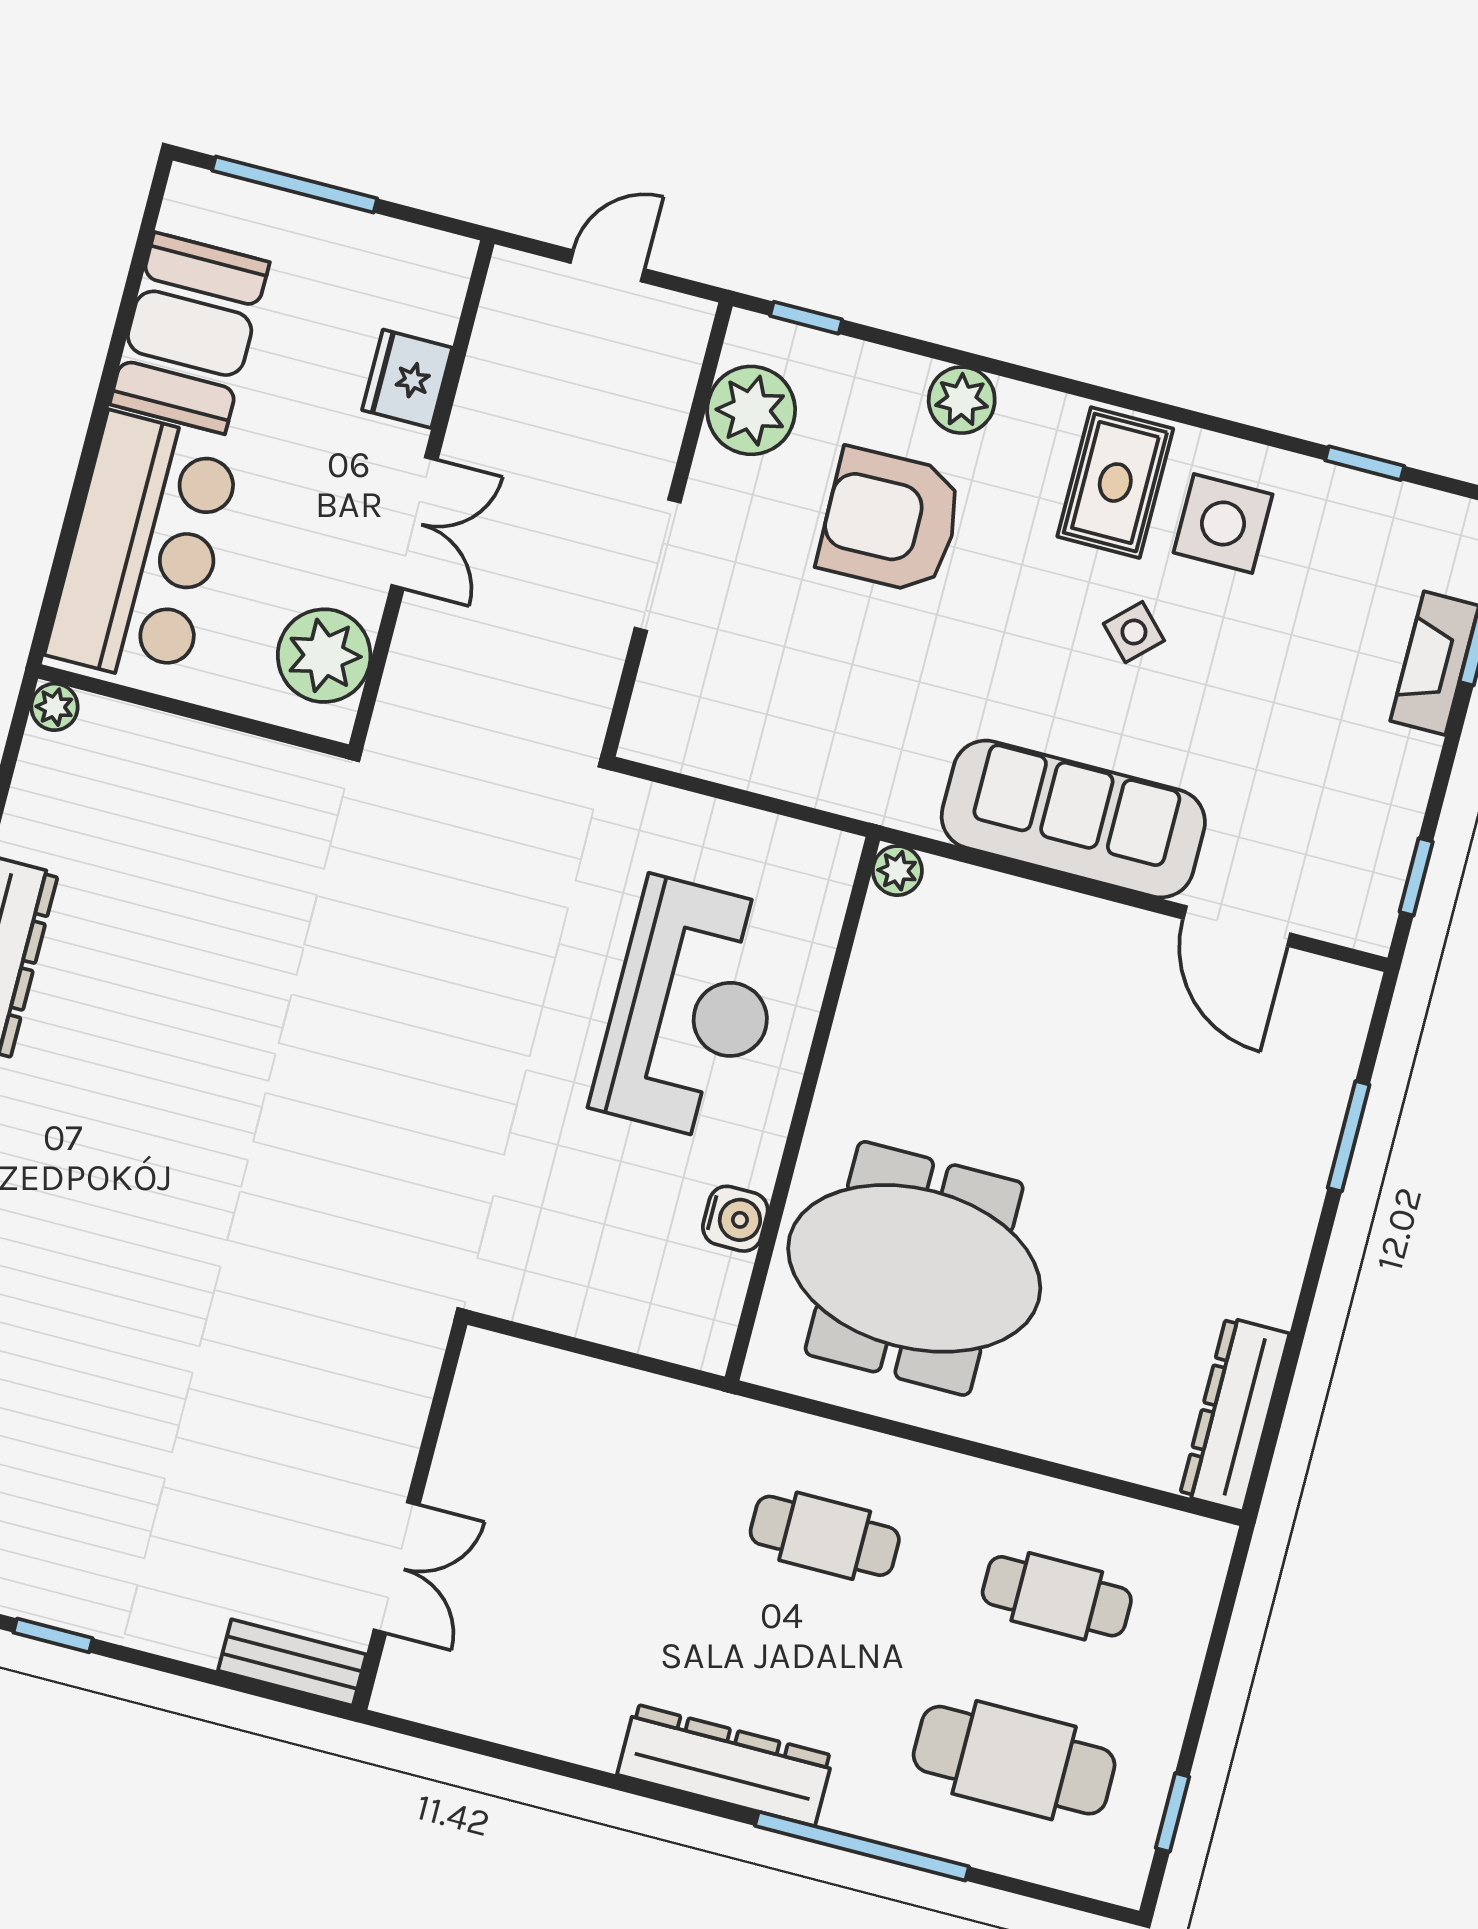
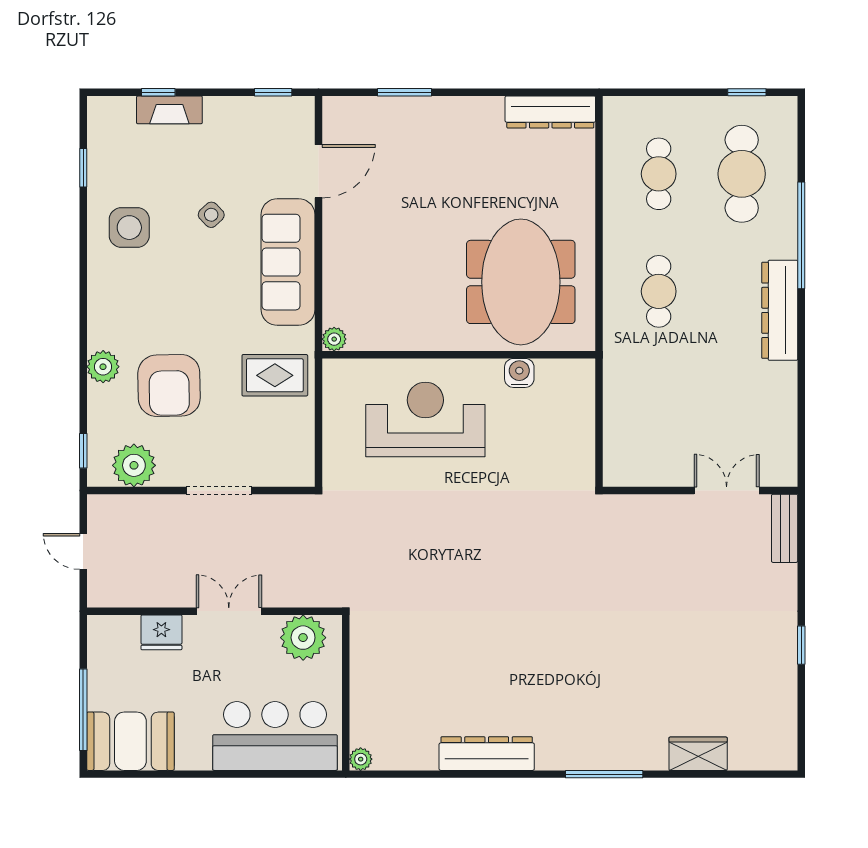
booth: (190, 333) -> (130, 741), moved
rug: (1115, 483) -> (275, 375), moved
side table: (1134, 632) -> (211, 215), moved

